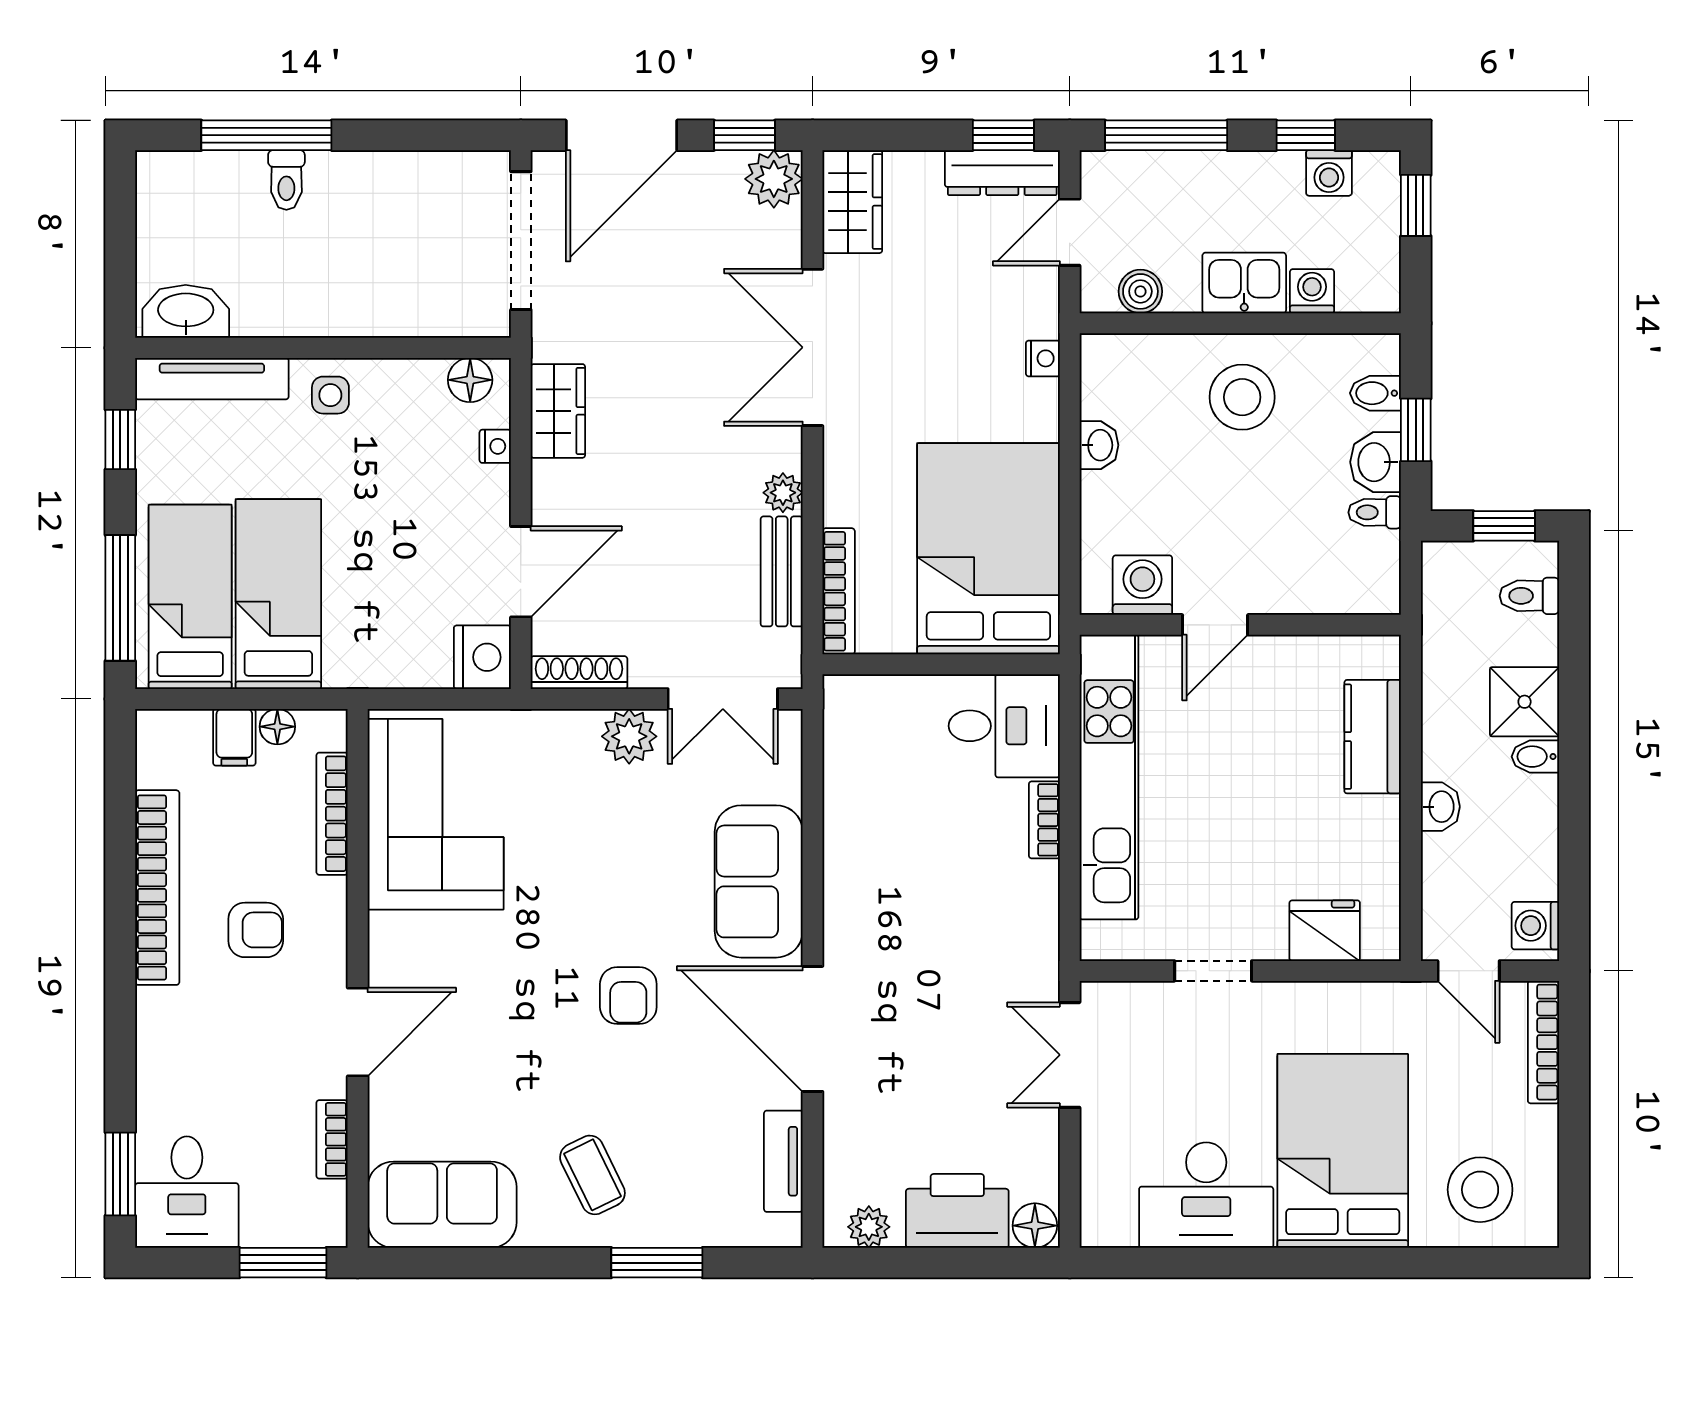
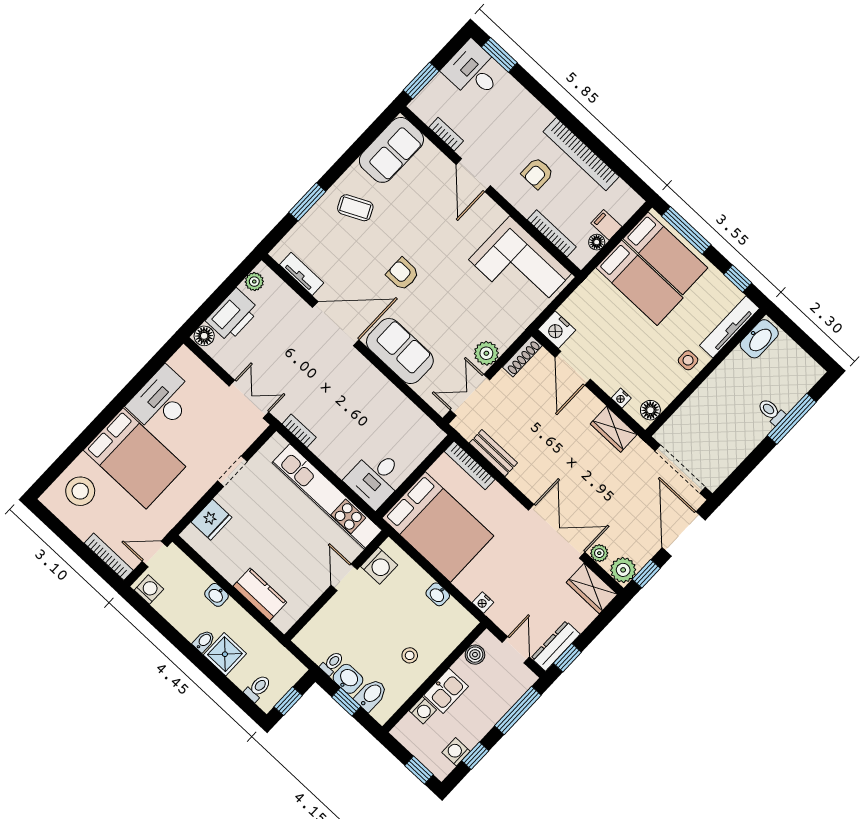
bidet: (1375, 393) -> (371, 695), width x1.38, depth x1.36
stool: (1242, 397) -> (410, 655), width x0.53, depth x0.53
plant: (783, 493) -> (599, 553), moved
bookcase: (1044, 820) -> (299, 431), moved

